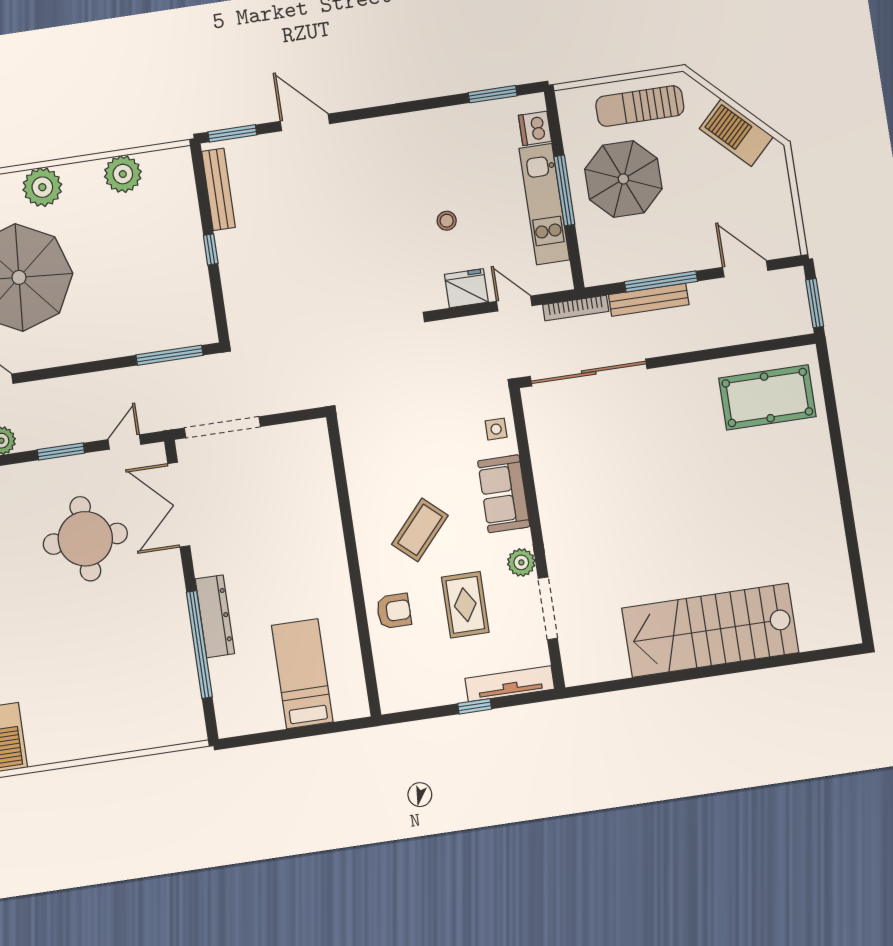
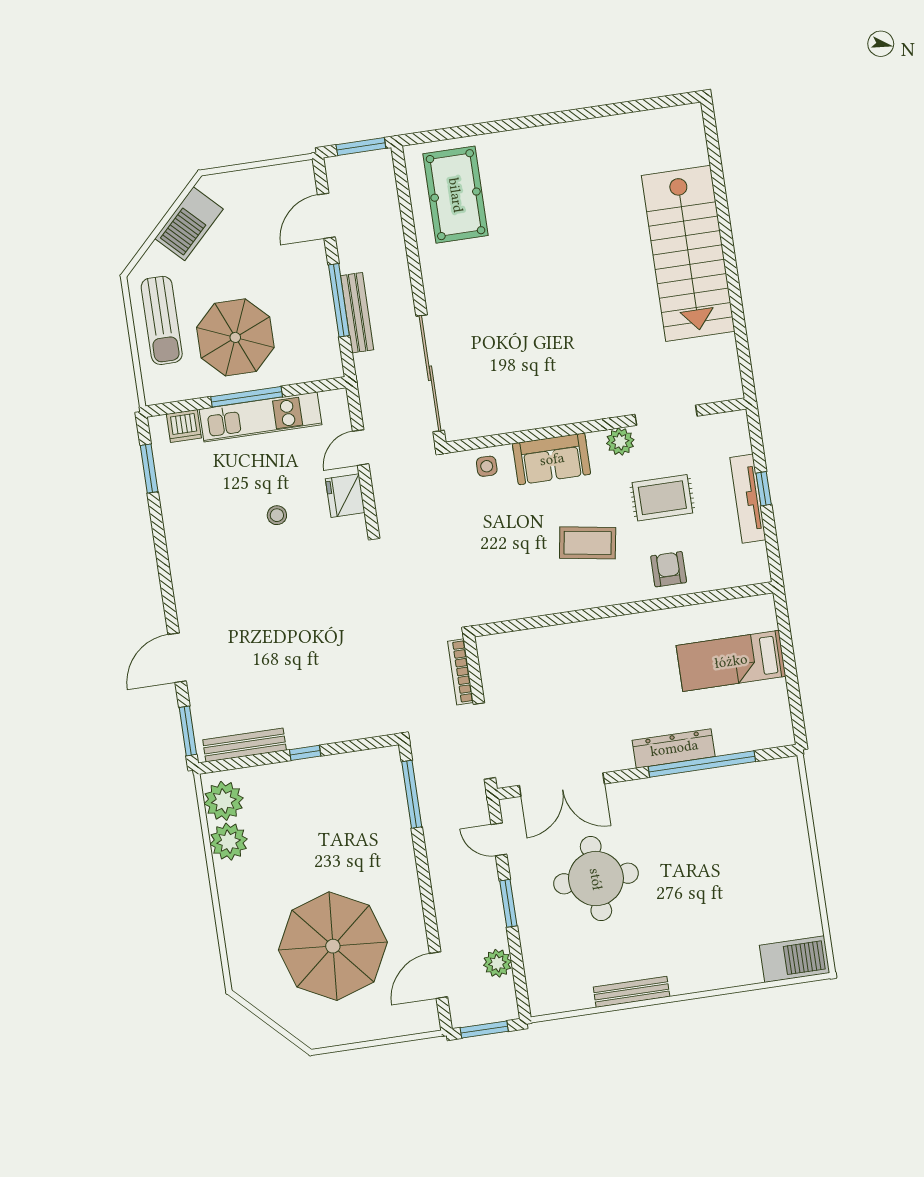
plant: (42, 187) -> (224, 801), moved
bookcase: (576, 308) -> (460, 672), moved, turned 180
coffee table: (420, 530) -> (588, 543), turned -33
tv unit: (510, 684) -> (748, 499), moved

